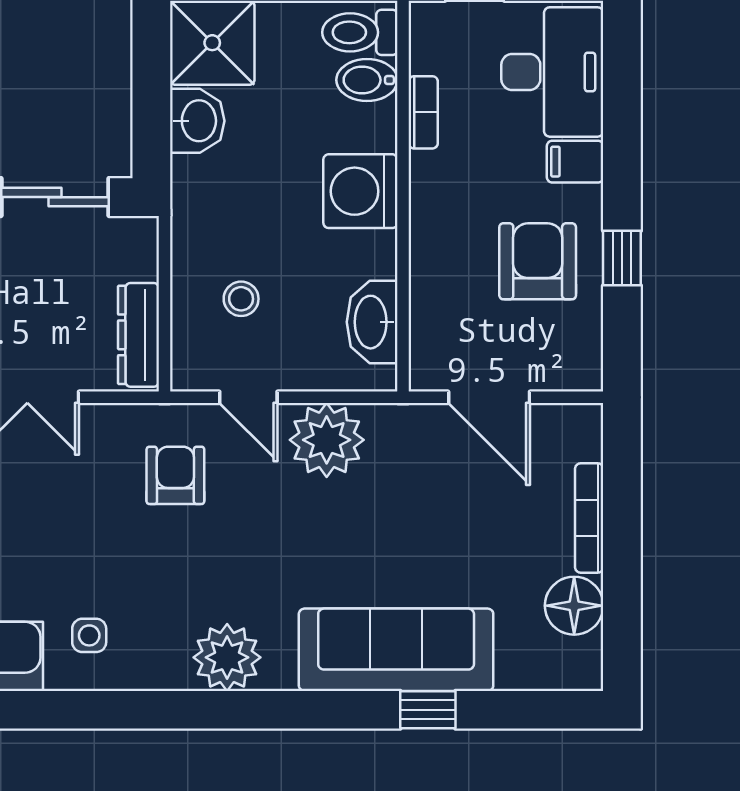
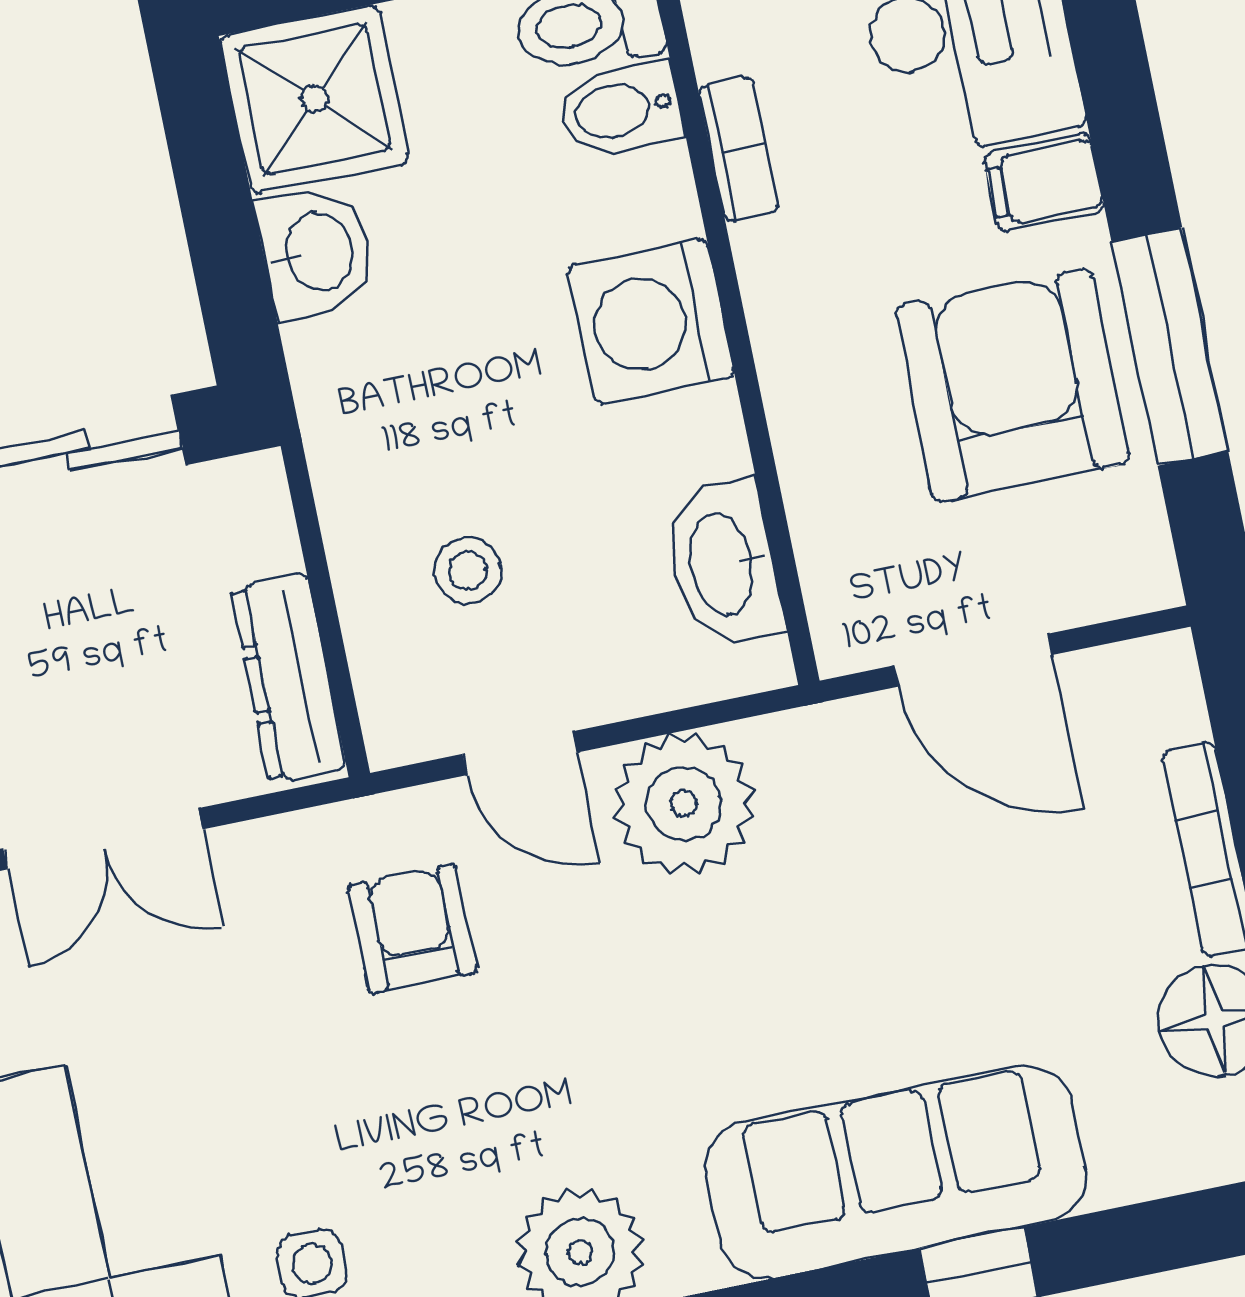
window: (622, 258) -> (1170, 346), width x2.17
armchair: (538, 261) -> (1012, 385), width x1.36, depth x1.36

